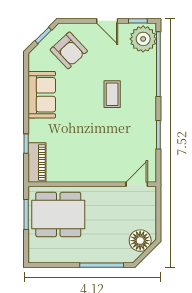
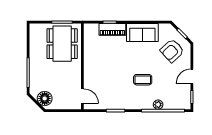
plant: (143, 39) -> (158, 105), moved, width x0.53, depth x0.53
piano: (37, 162) -> (112, 29), moved

